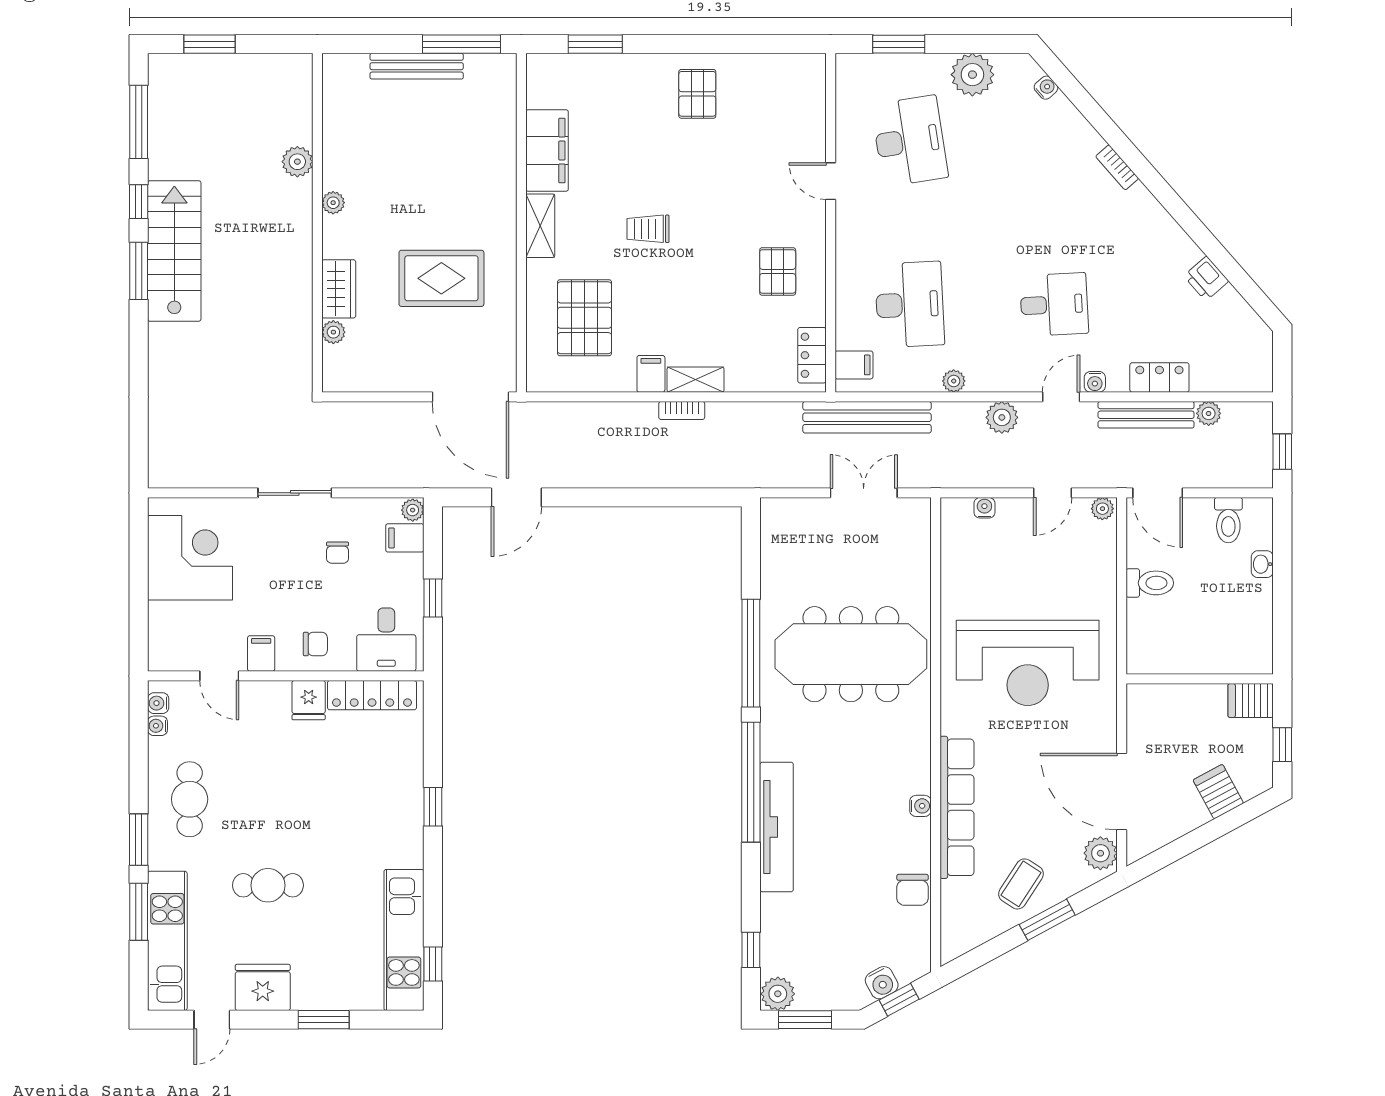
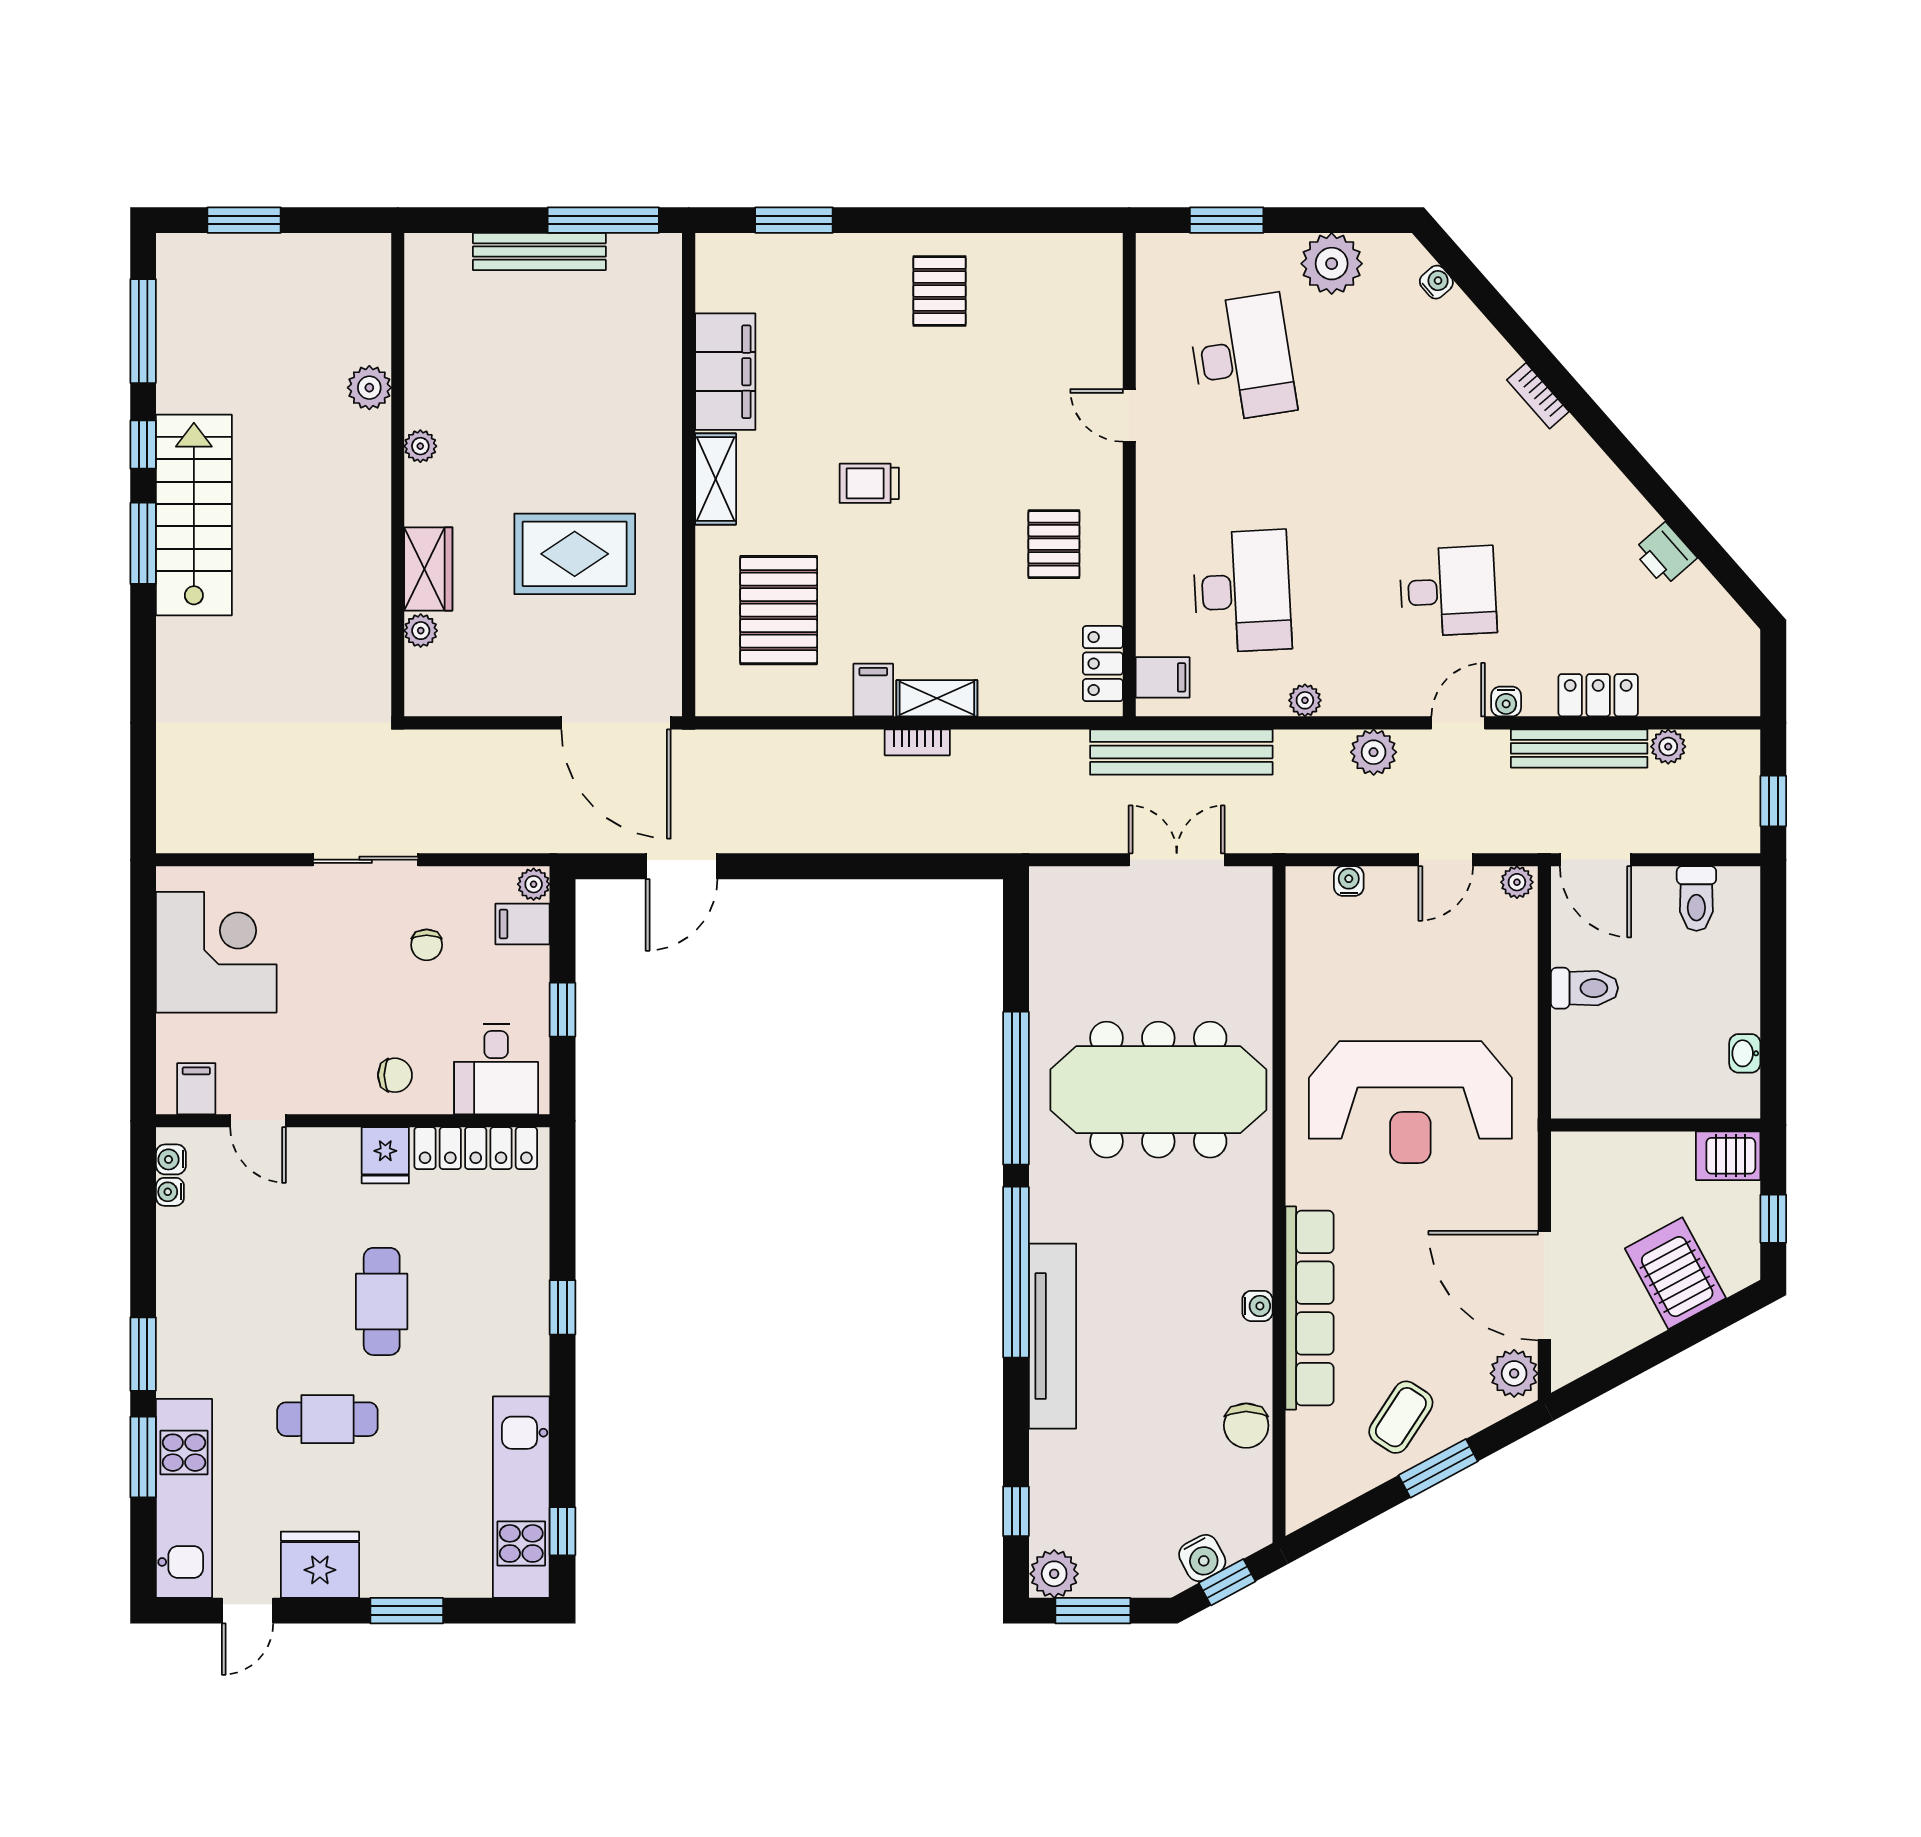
washbasin: (1262, 564) -> (1745, 1053), moved
filing cabinet: (261, 654) -> (196, 1089), moved
server rack: (1218, 792) -> (1675, 1273), width x1.36, depth x1.44
cafe table: (190, 799) -> (382, 1301), moved

